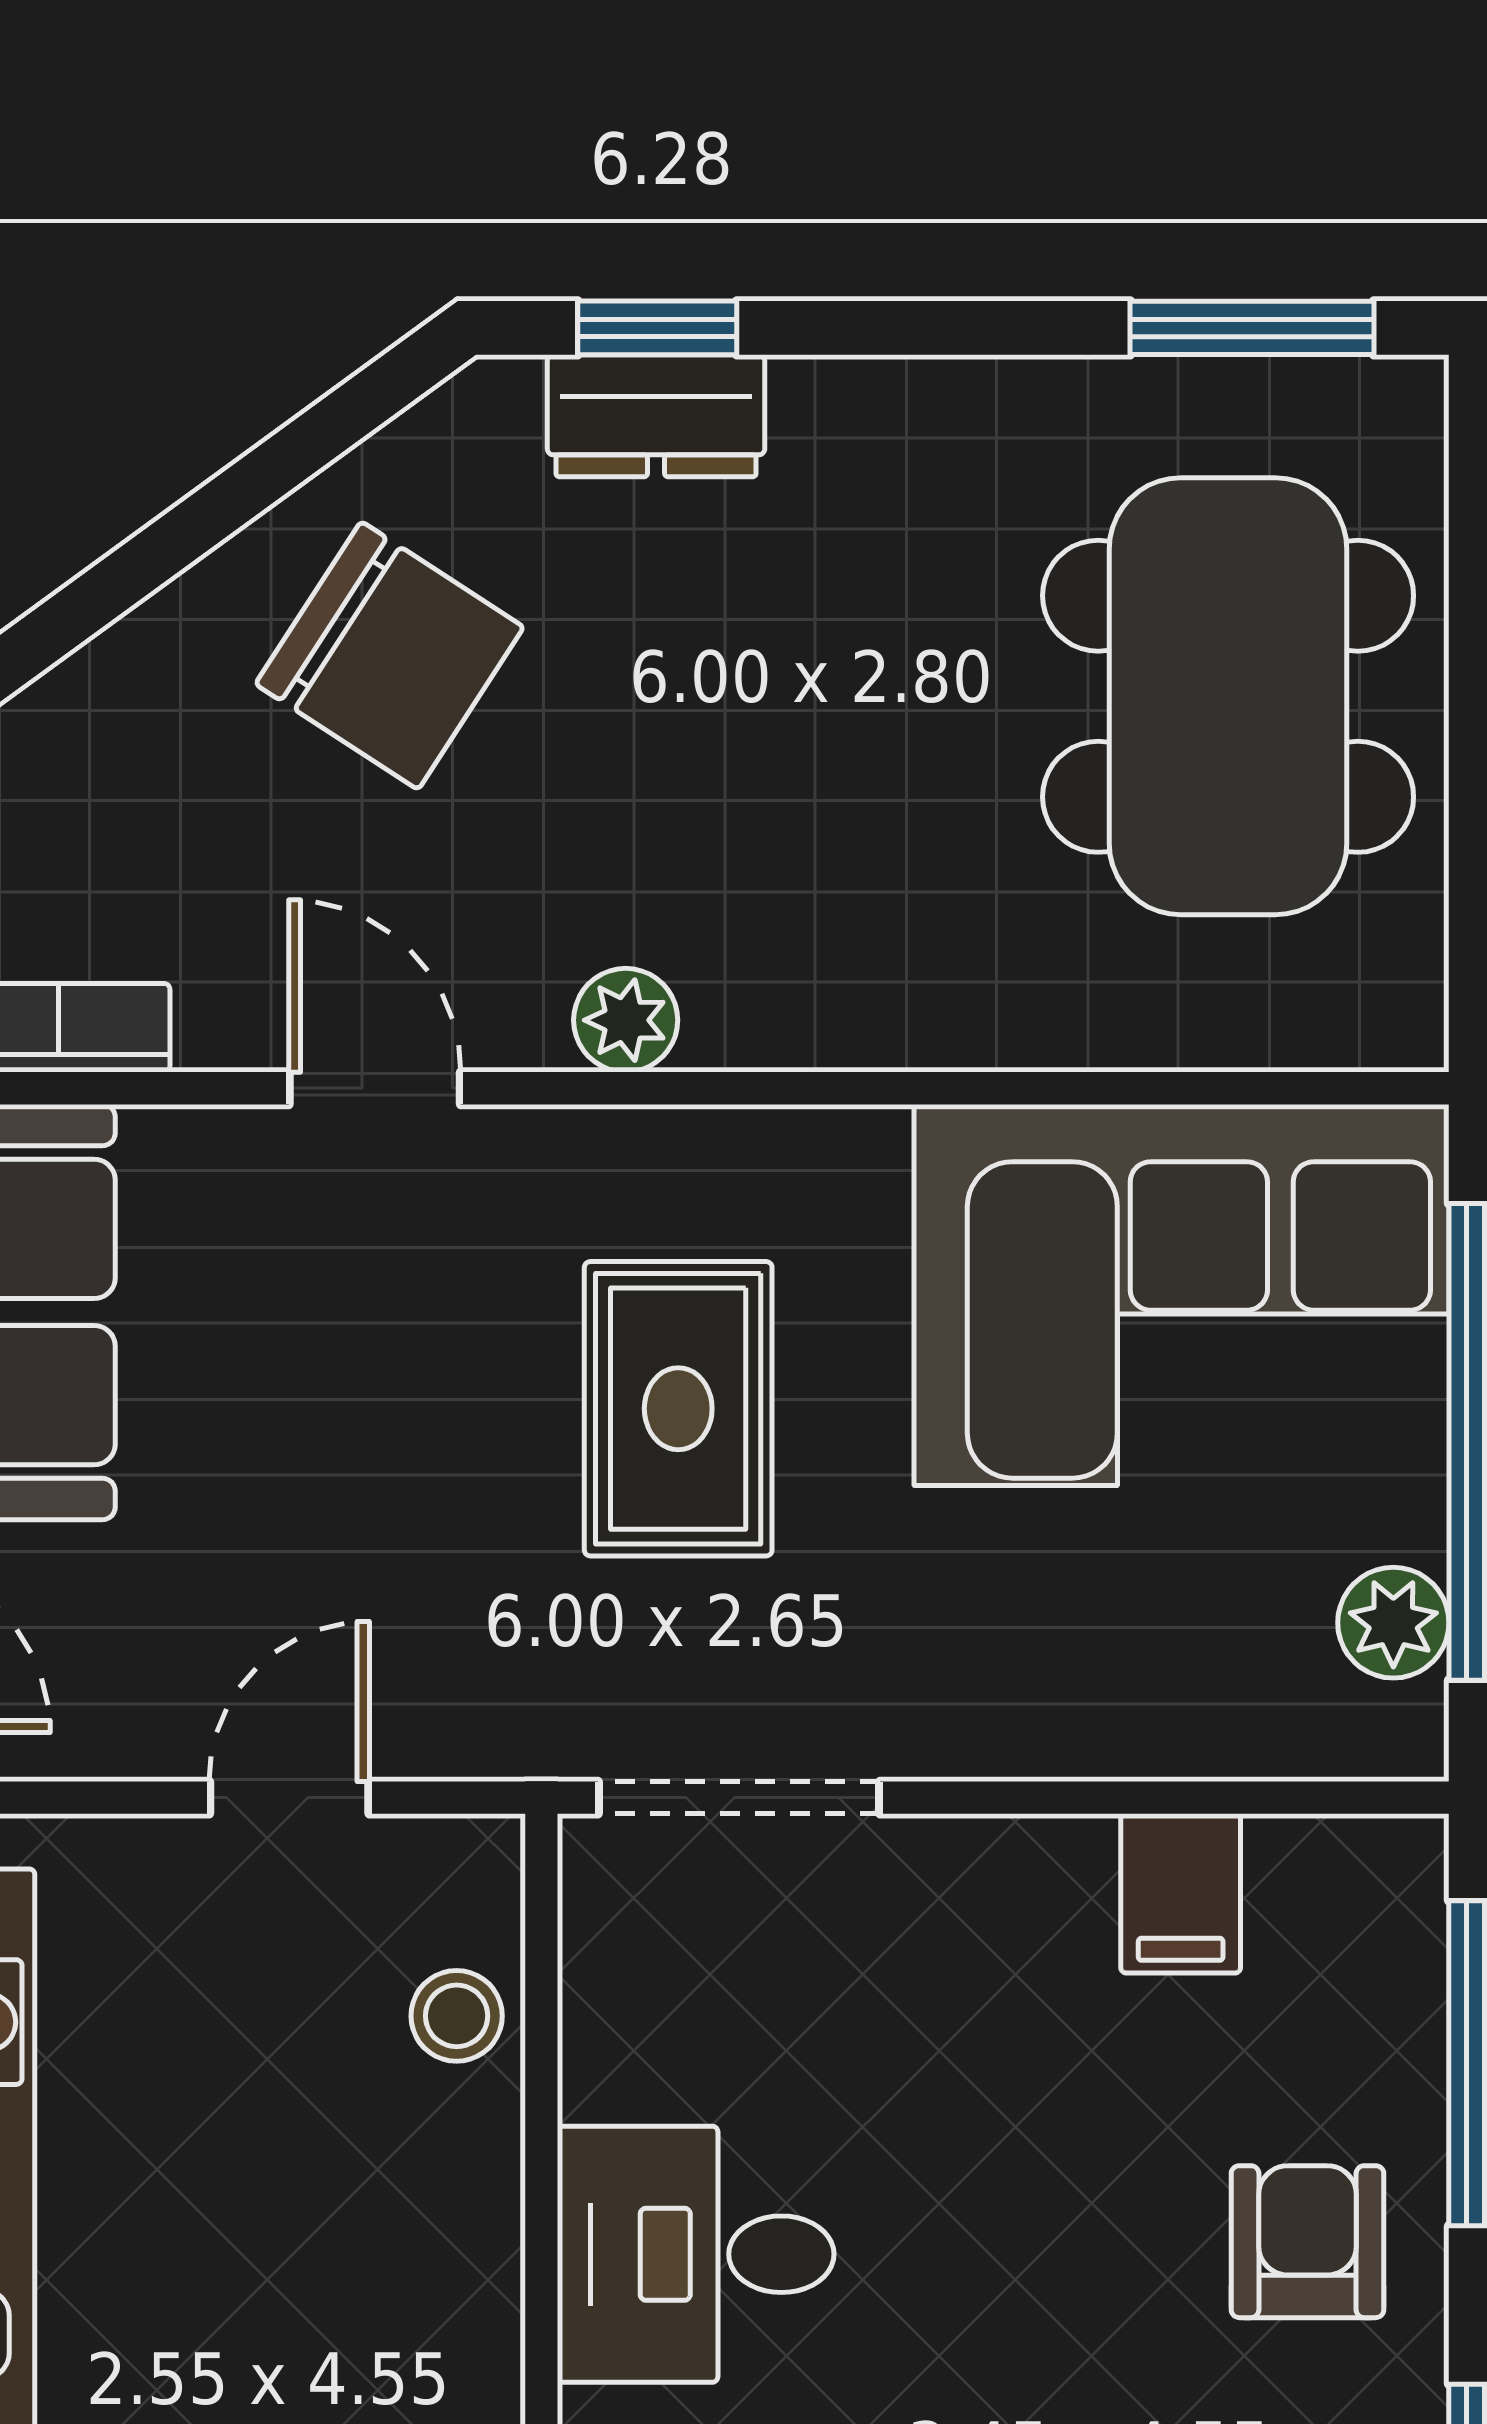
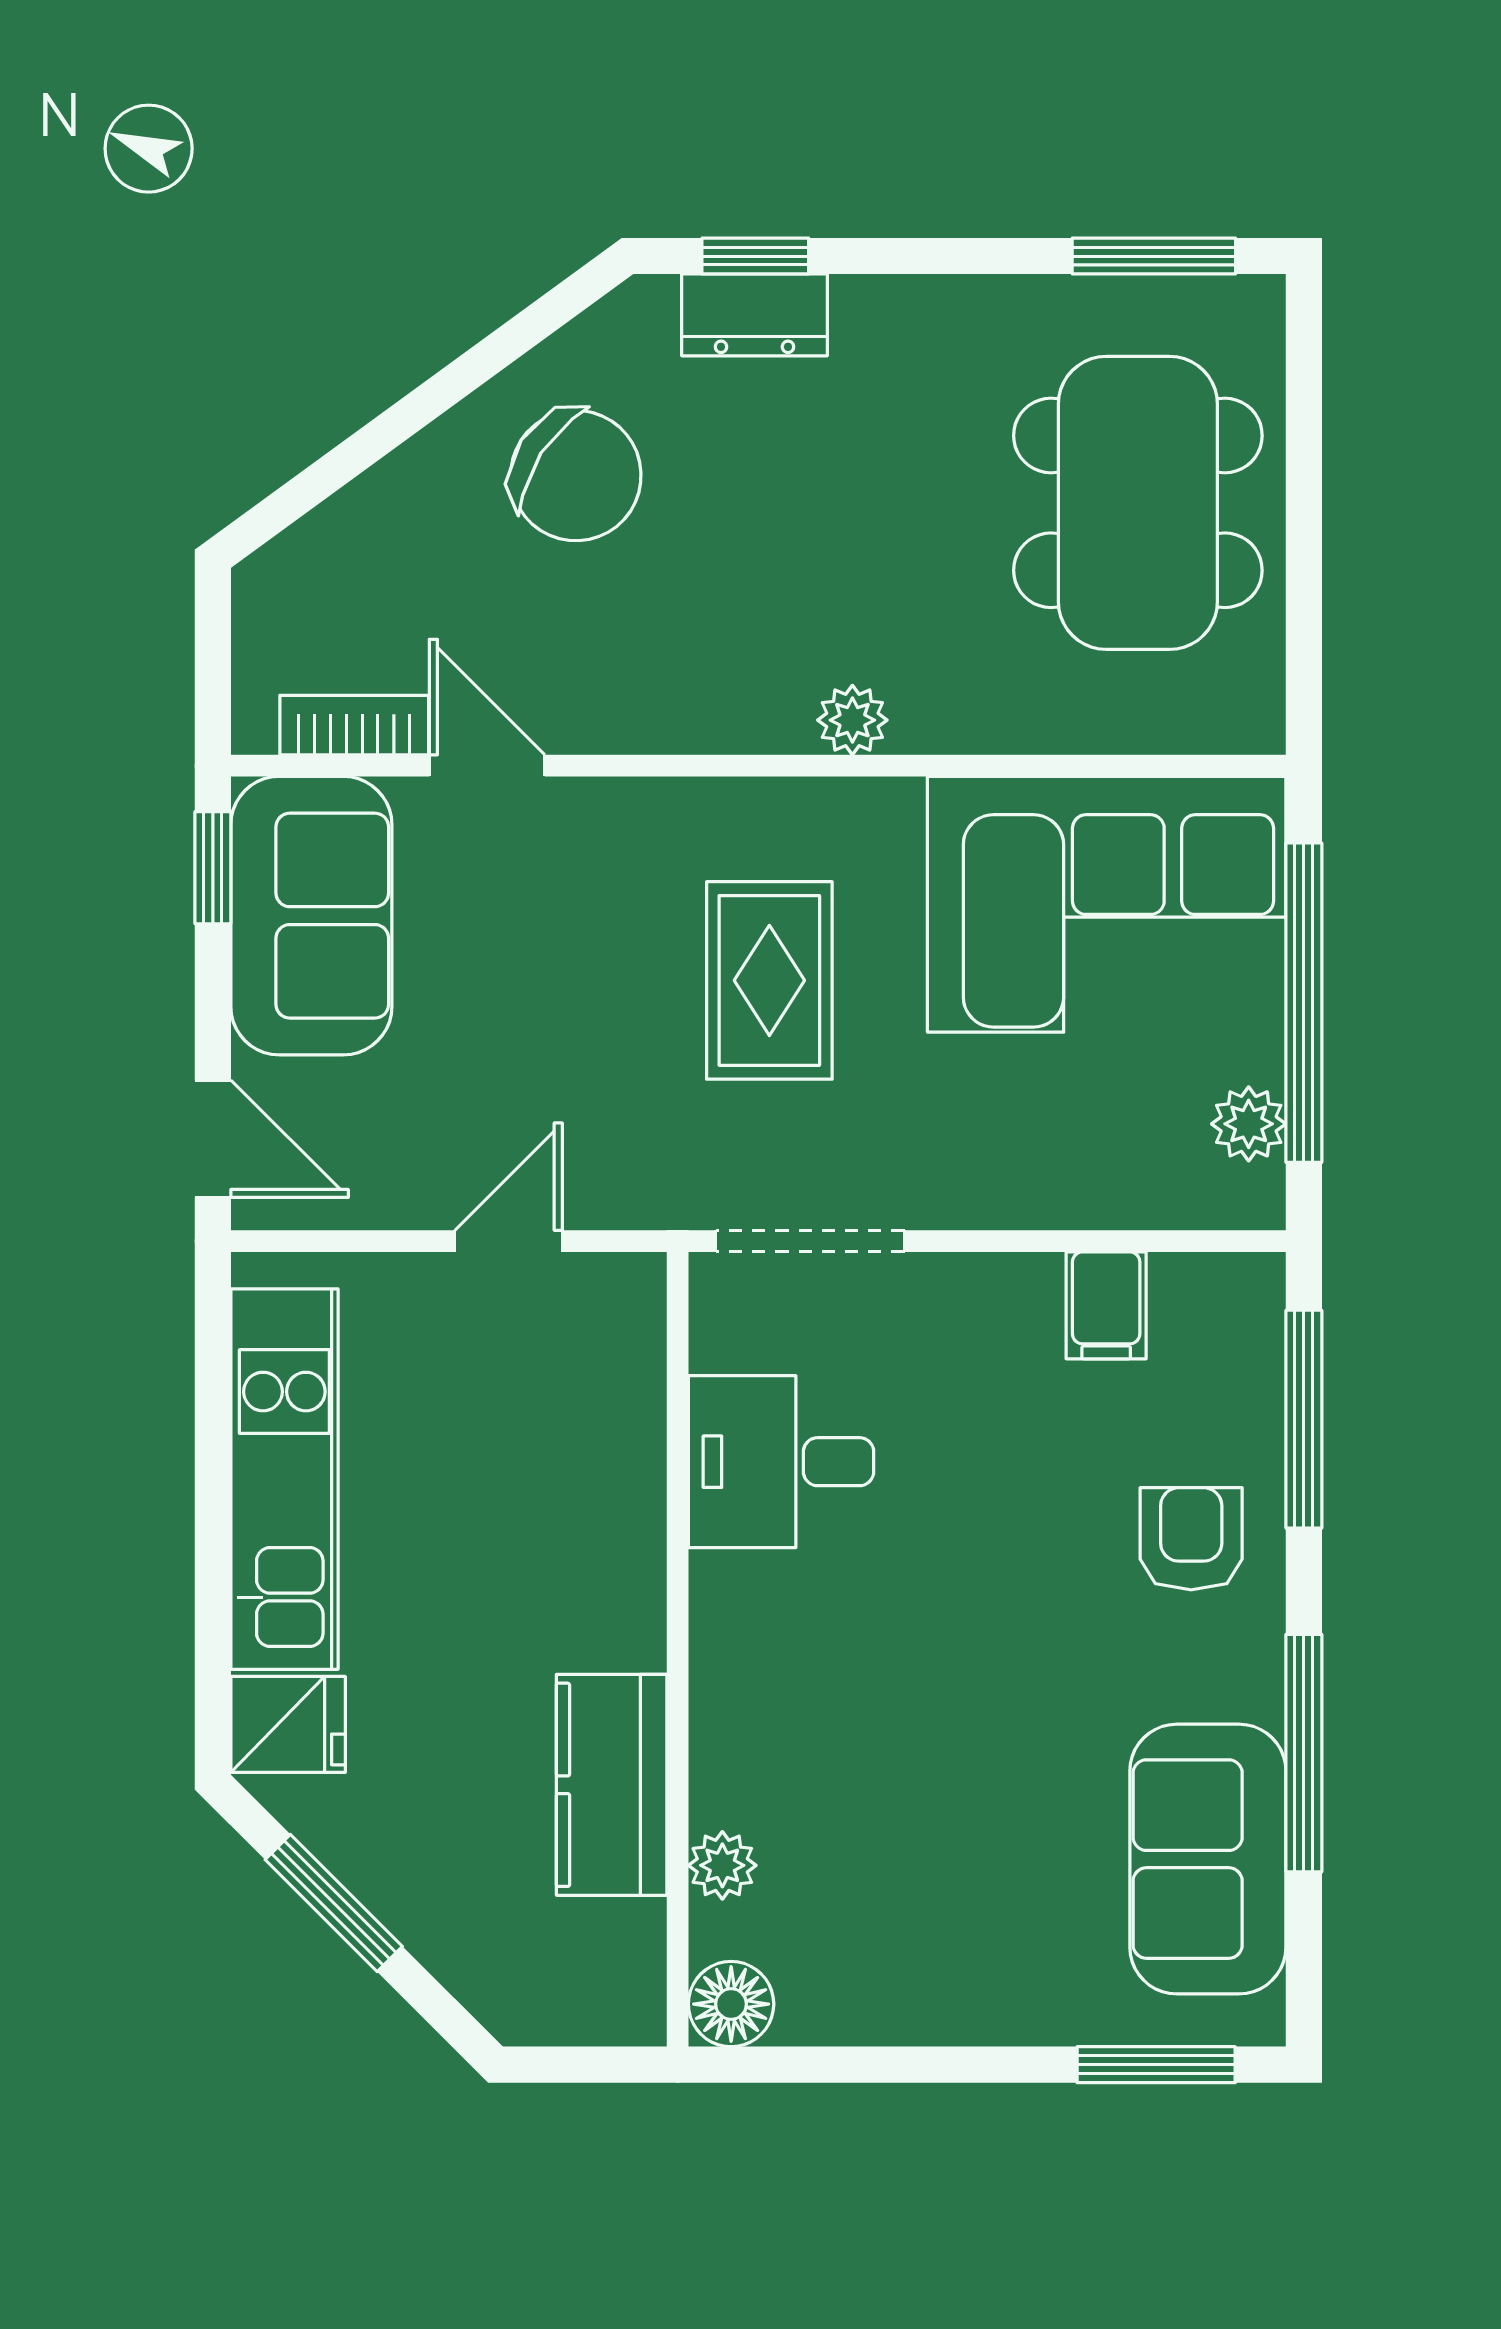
plant: (626, 1020) -> (852, 720), moved
door: (375, 1088) -> (487, 766), moved
stool: (457, 2016) -> (621, 1387), removed
desk: (696, 2254) -> (781, 1462), moved

